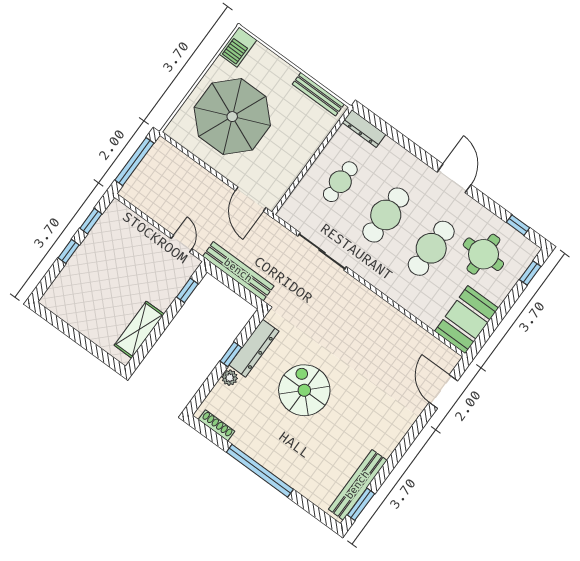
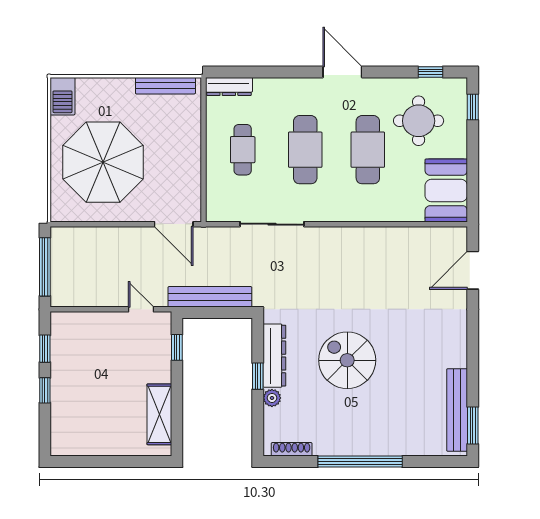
door: (443, 392) -> (473, 270), hinge flipped

